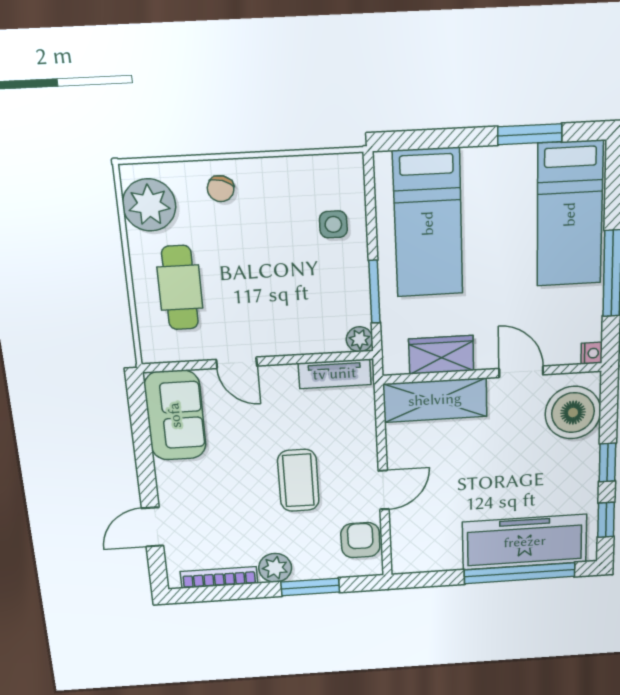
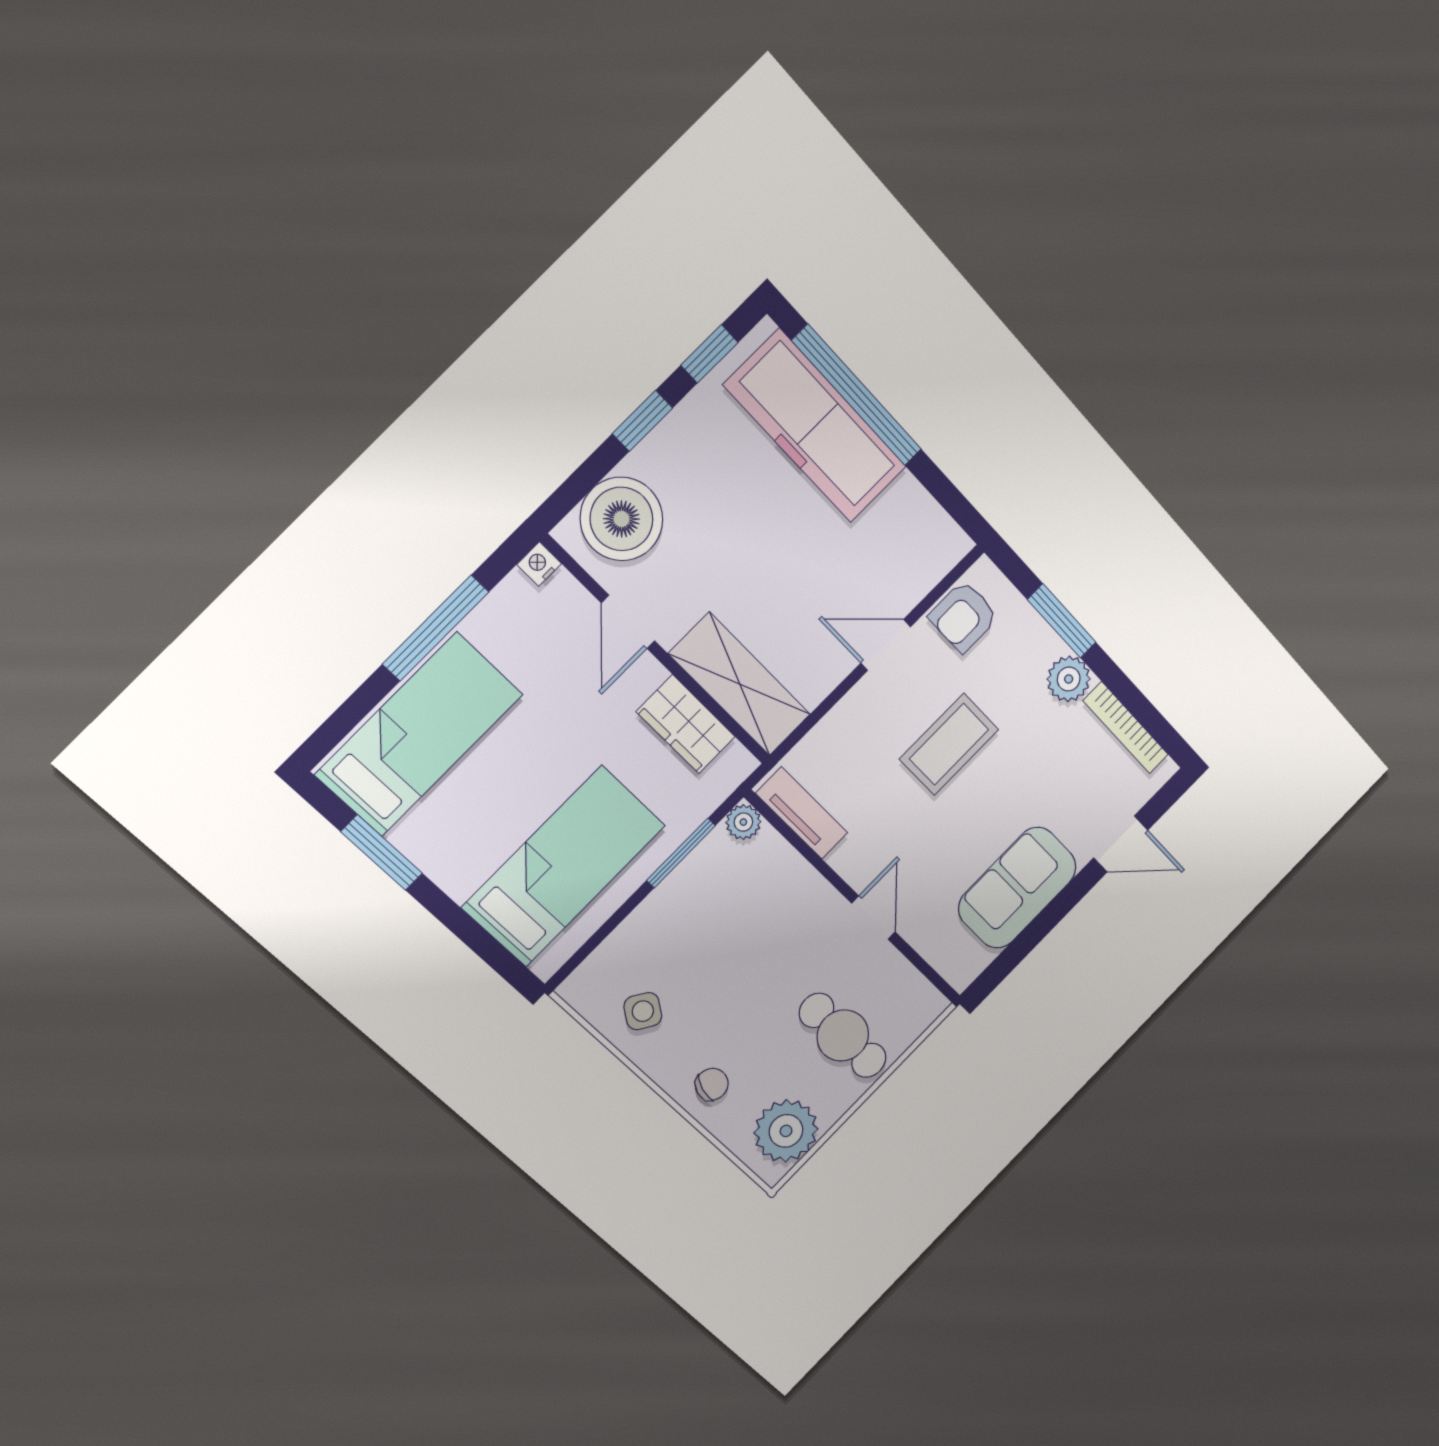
side table: (333, 224) -> (643, 1011), moved, turned 34
cafe table: (180, 288) -> (843, 1035), turned 90
sofa: (175, 415) -> (1017, 888), moved

